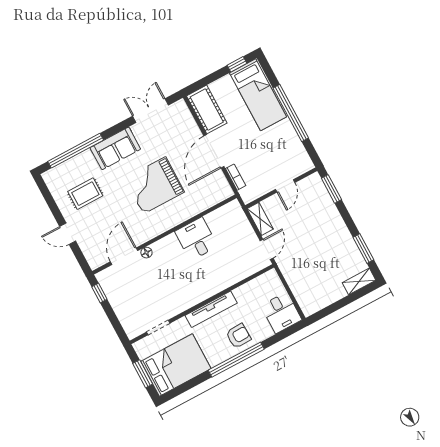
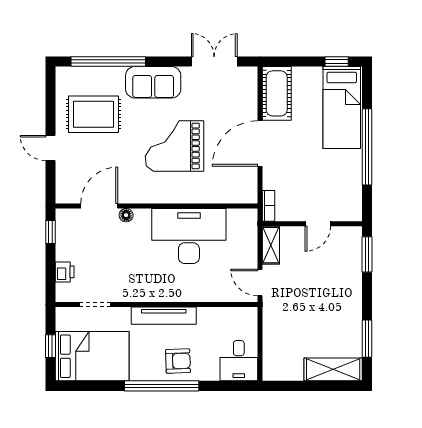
bookcase: (236, 177) -> (269, 206), moved
rug: (85, 194) -> (94, 114), width x1.36, depth x1.43
desk: (196, 239) -> (189, 236), width x1.87, depth x1.30
door: (267, 249) -> (260, 283), swing flipped
shelving: (359, 281) -> (333, 369), width x1.50, depth x1.33
printer: (125, 316) -> (65, 272), added
window: (143, 374) -> (50, 346), width x0.67

